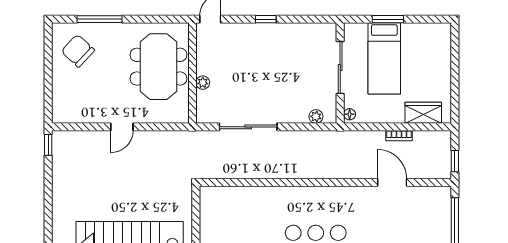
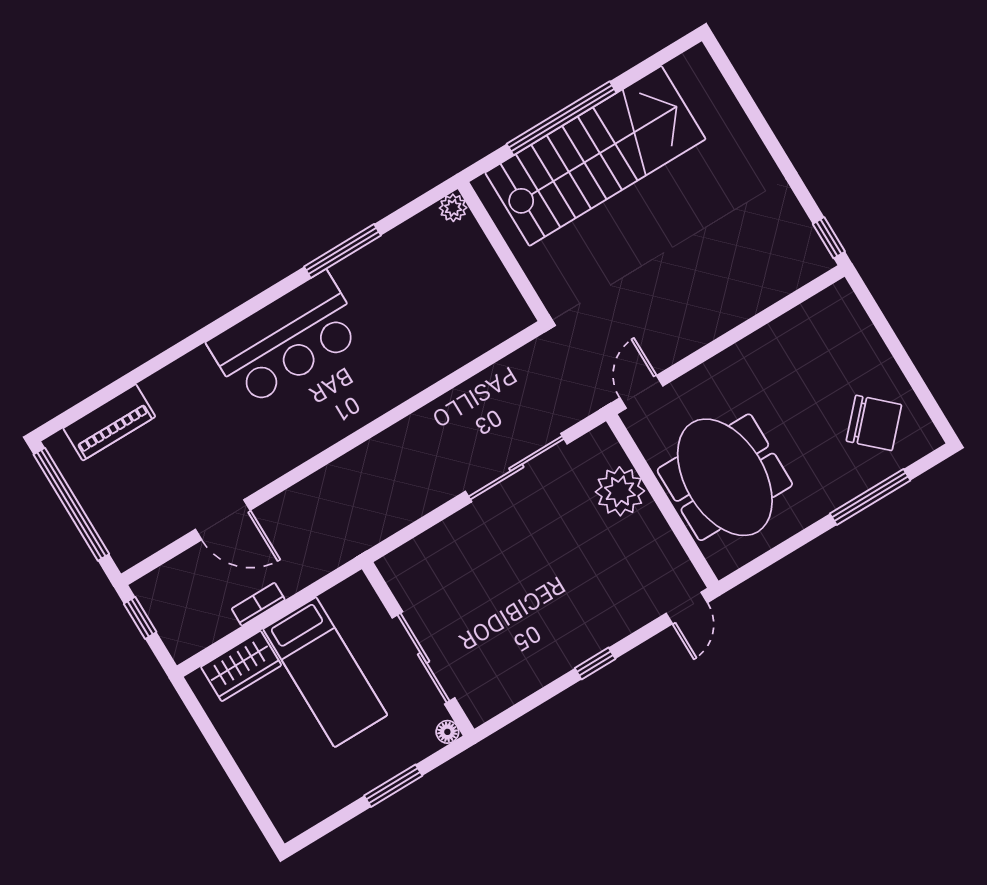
bed: (384, 58) -> (325, 672), moved, turned 180
plant: (203, 83) -> (620, 491), width x1.88, depth x1.88
floor lamp: (350, 114) -> (447, 732), moved
plant: (316, 116) -> (415, 553), removed
door: (122, 127) -> (641, 392), moved

